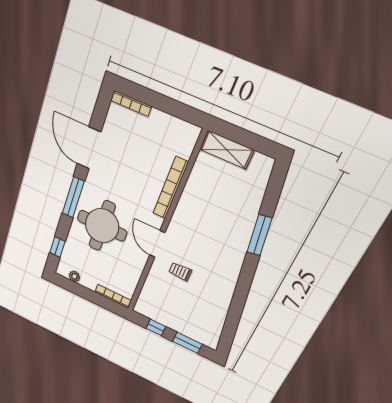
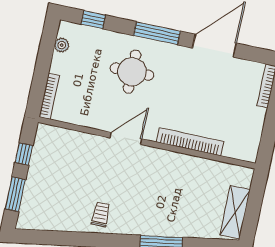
shelving: (227, 150) -> (235, 212), moved
round table: (102, 226) -> (132, 72), width x0.73, depth x0.73
trolley: (180, 272) -> (101, 214), moved

